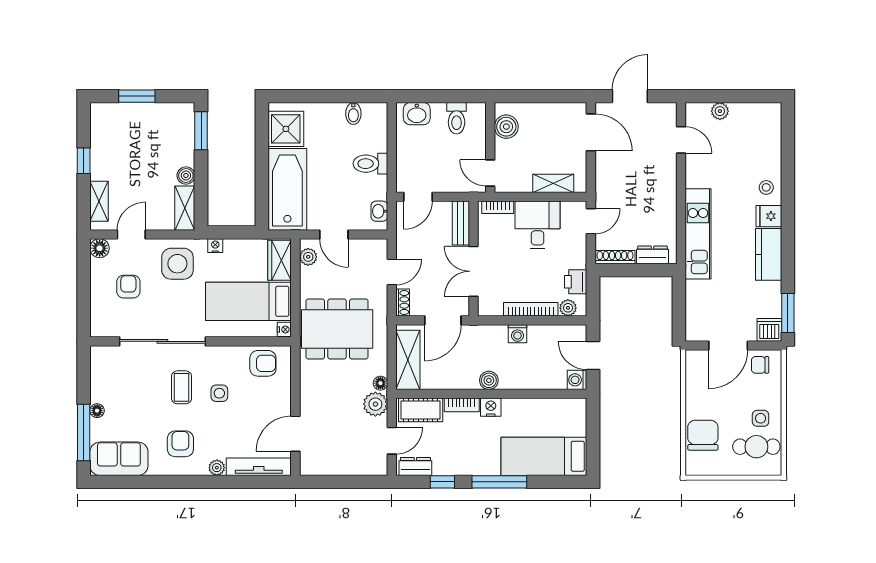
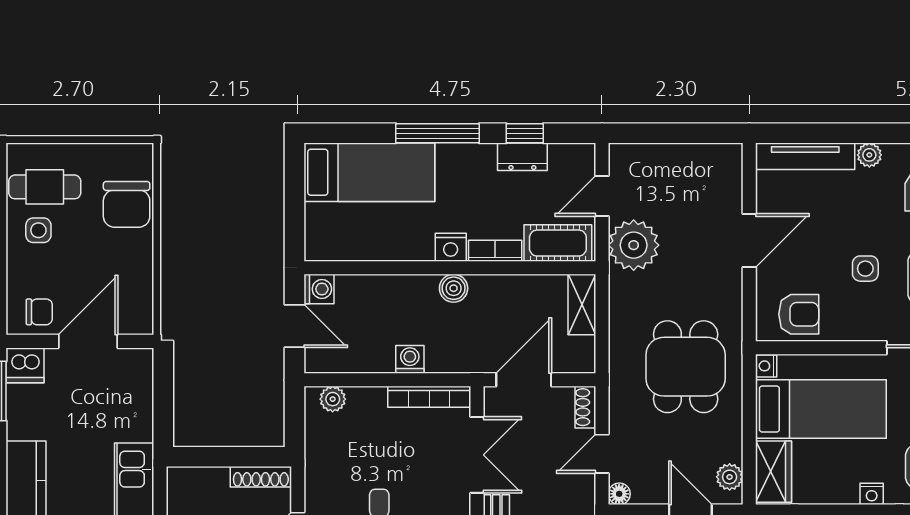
dresser: (652, 255) -> (204, 480), removed
printer: (576, 282) -> (321, 439), removed
bookcase: (531, 309) -> (429, 397), moved
dining table: (337, 329) -> (686, 367), width x0.73
shelving: (408, 360) -> (582, 304), width x0.67, depth x0.75
armchair: (263, 363) -> (799, 314), turned 180
floor lamp: (380, 383) -> (619, 494), moved
plant: (375, 404) -> (634, 245), width x1.36, depth x1.36
door: (295, 434) -> (749, 240), moved
dresser: (415, 466) -> (522, 157), moved

